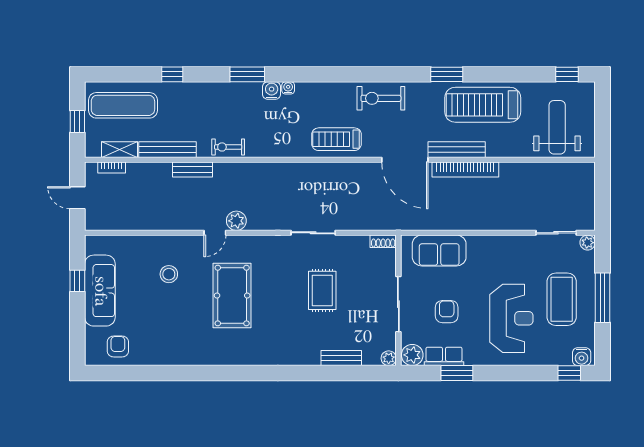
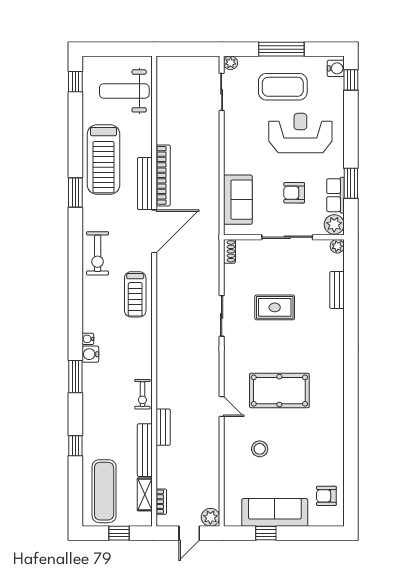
plant: (236, 221) -> (210, 517), moved

